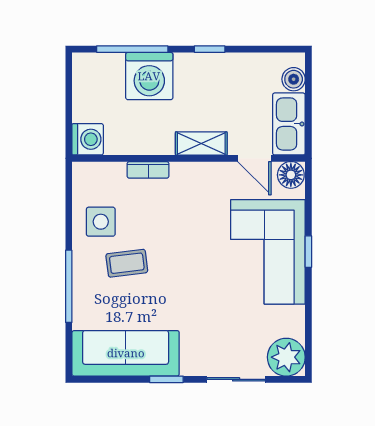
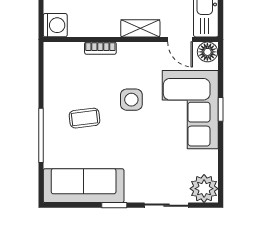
side table: (101, 222) -> (131, 100), moved

